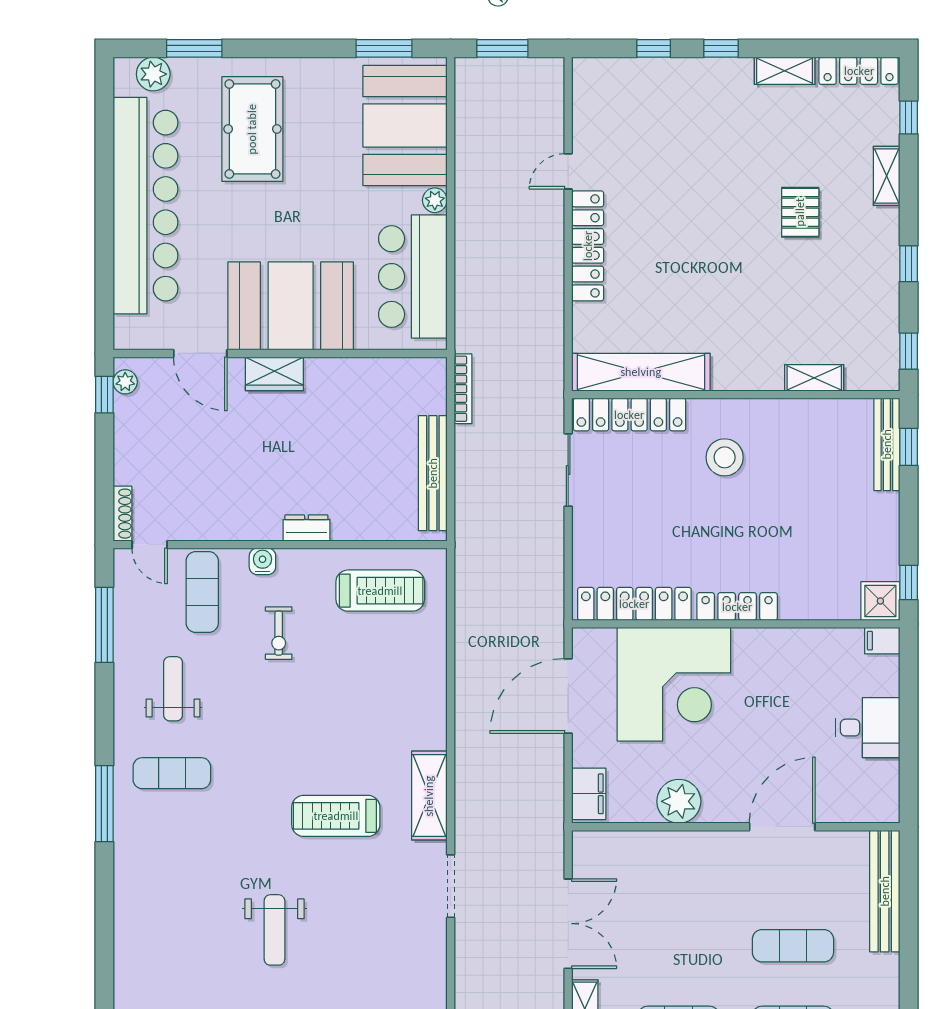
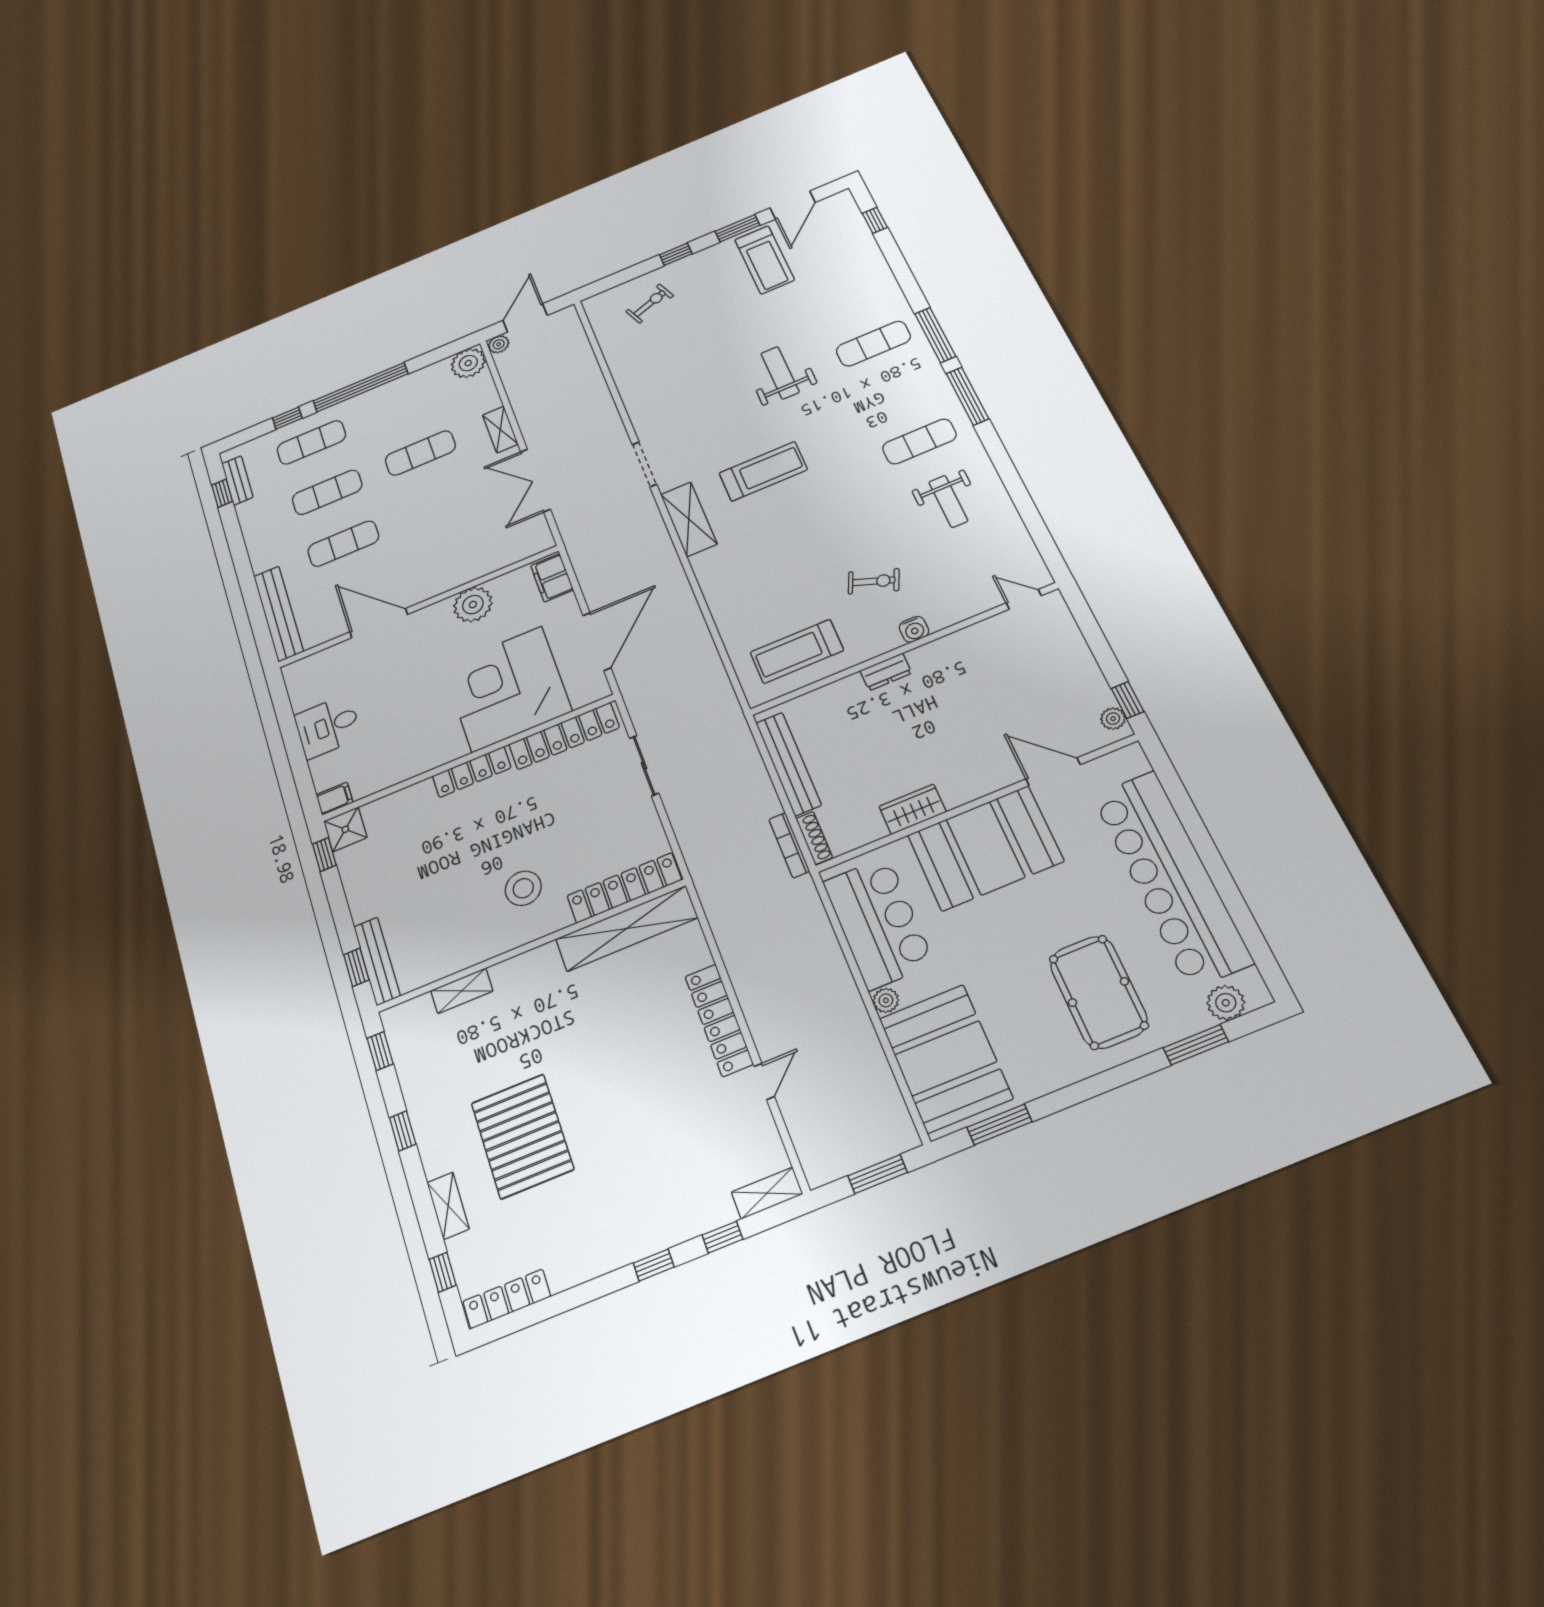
shelving: (785, 71) -> (767, 1193), moved
pallet: (800, 212) -> (522, 1136), width x2.05, depth x2.00
wardrobe: (274, 374) -> (913, 809), moved
sliding door: (568, 470) -> (644, 766), moved
shoe rack: (122, 514) -> (814, 838), moved, turned 180
exercise mat: (202, 592) -> (873, 344), moved, turned 90
window: (104, 625) -> (935, 335), moved
exercise bike: (279, 633) -> (874, 581), turned 112
door: (782, 827) -> (379, 623), swing flipped

